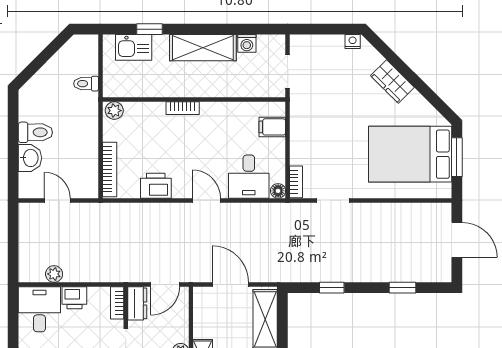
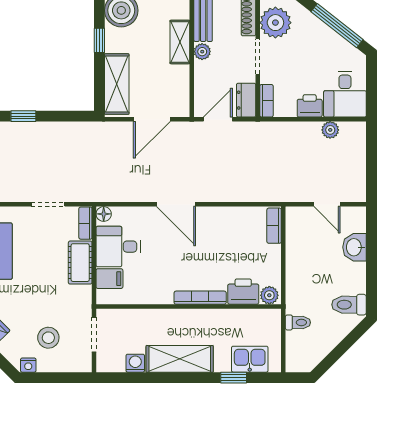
stool: (333, 69) -> (48, 338), added
bookcase: (183, 108) -> (200, 298), width x1.56
toilet: (35, 132) -> (349, 305), moved
cot: (301, 143) -> (80, 263), added
bookcase: (110, 169) -> (274, 226), width x0.64
desk: (249, 177) -> (118, 247), moved, turned -90
printer: (156, 186) -> (243, 292), moved, turned 180
door: (207, 200) -> (176, 204), width x1.38
door: (230, 285) -> (152, 119), hinge flipped
window: (332, 288) -> (23, 116), moved

